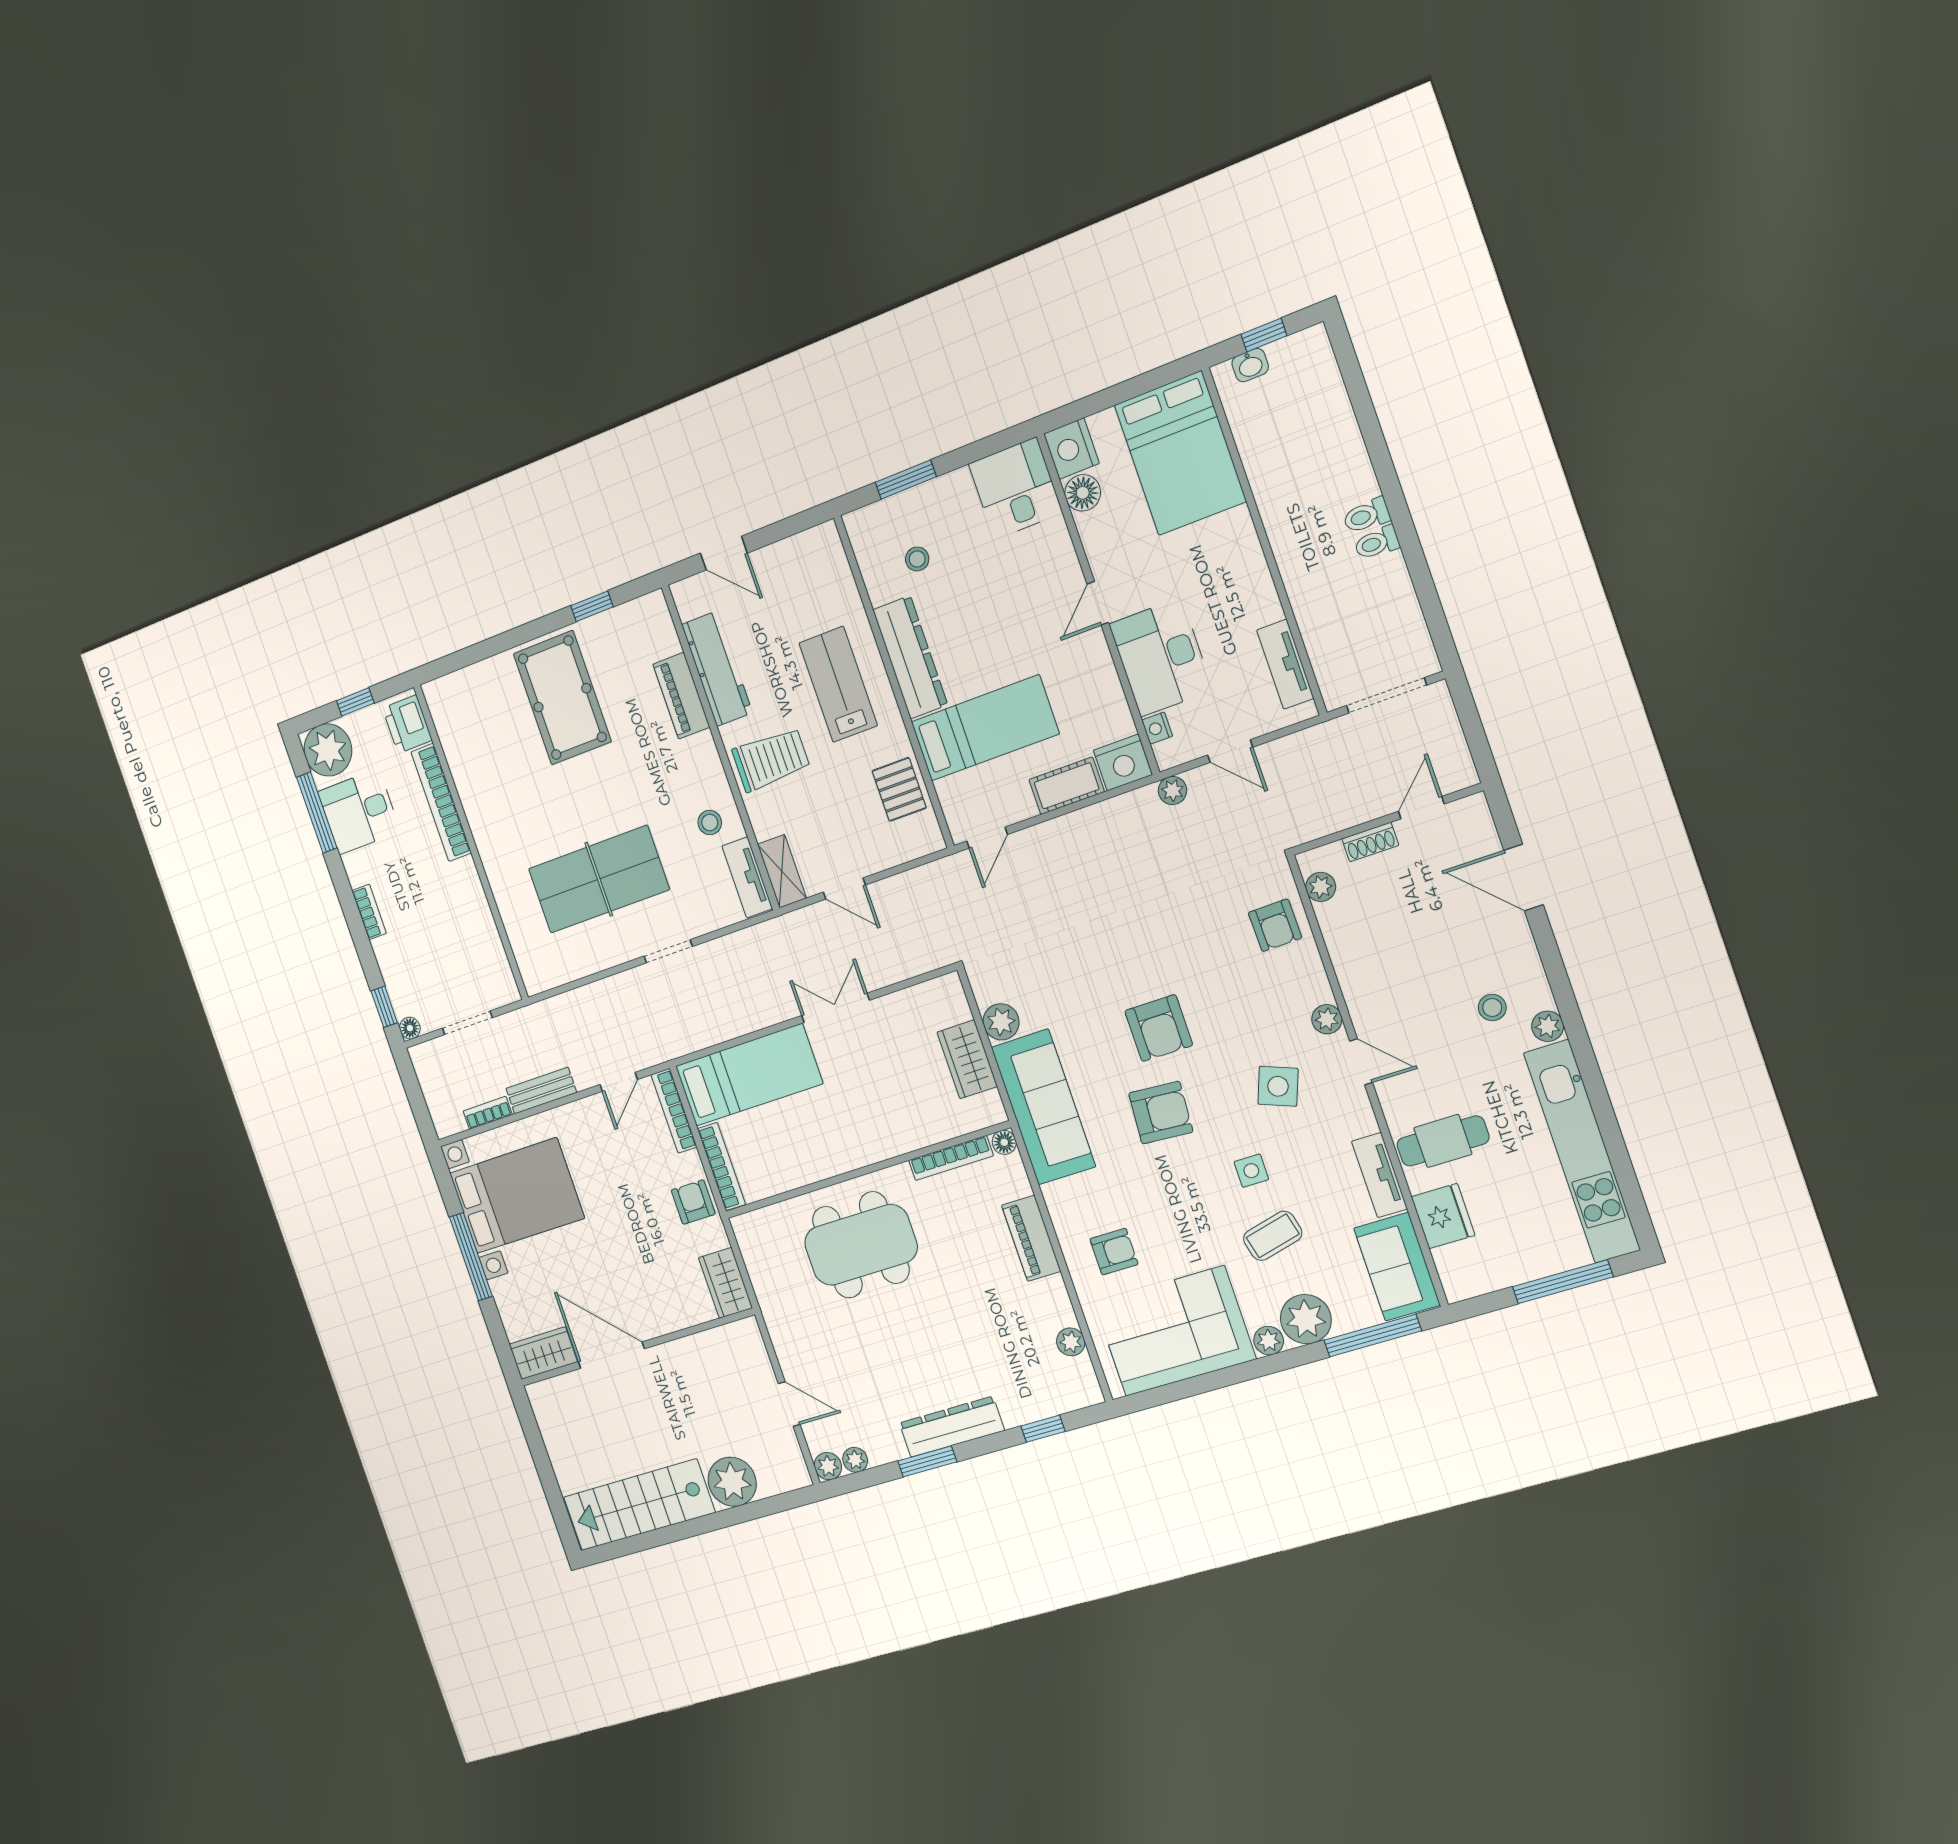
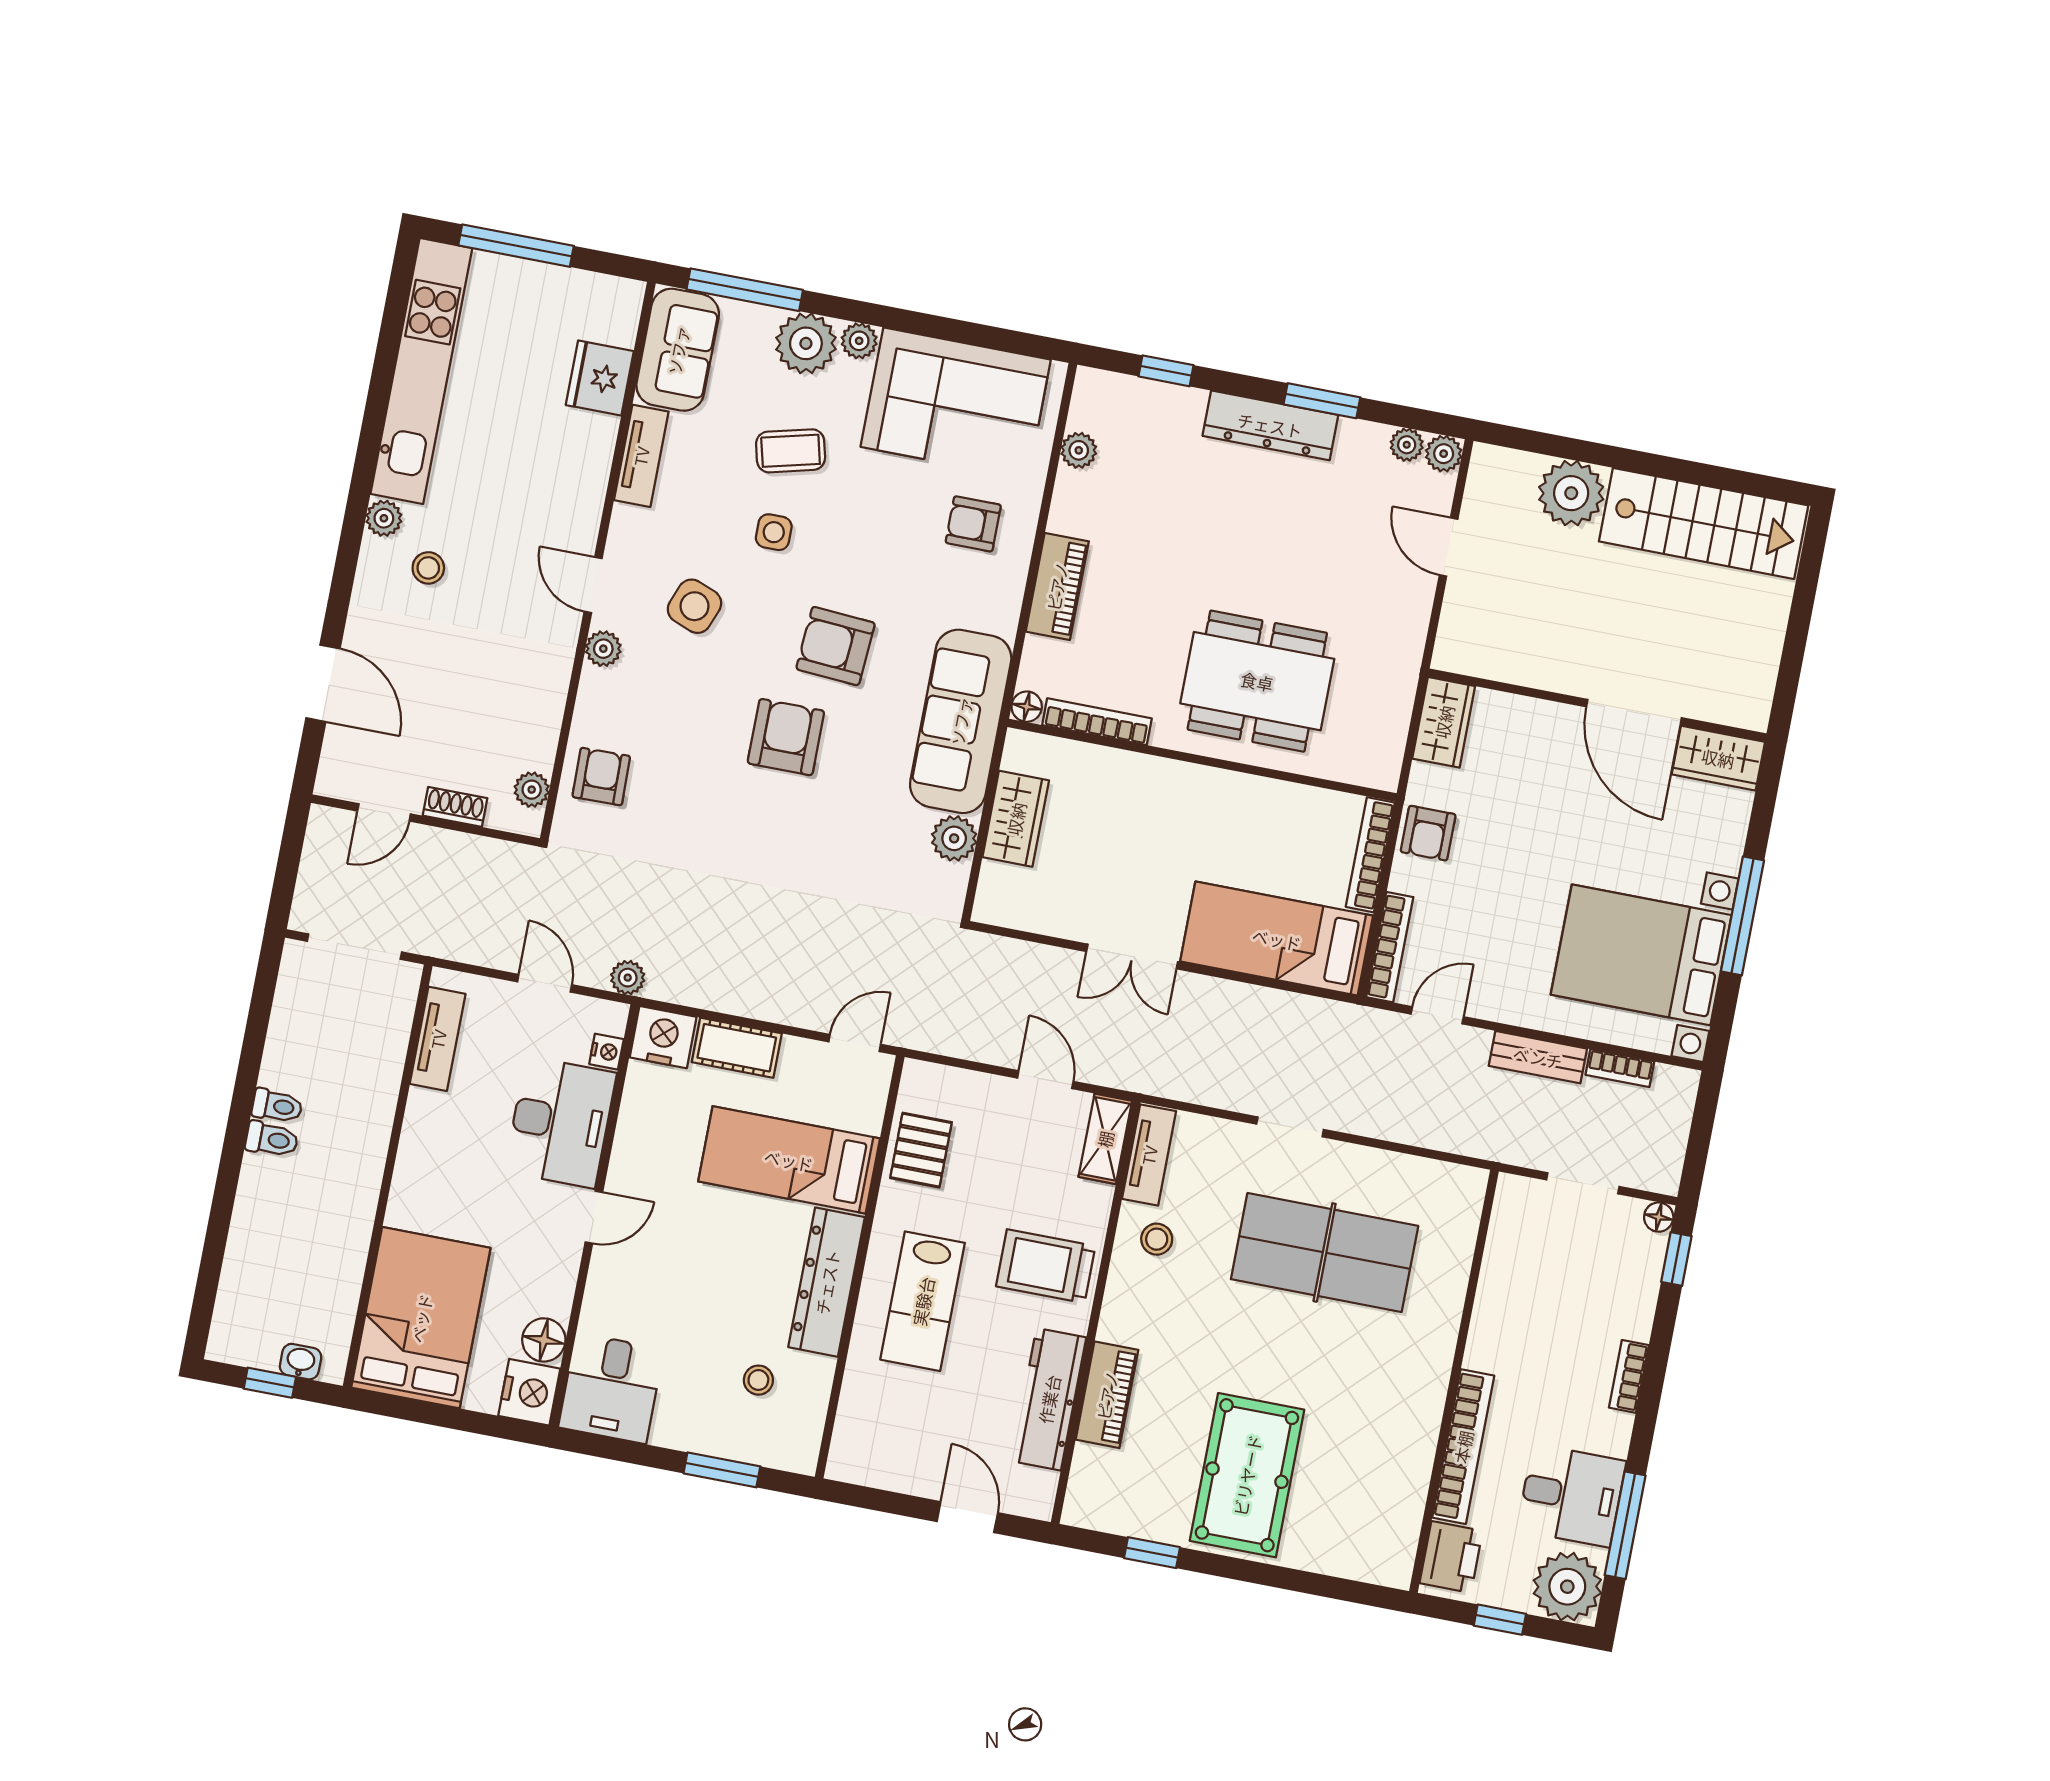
cafe table: (1443, 1141) -> (556, 457), removed

